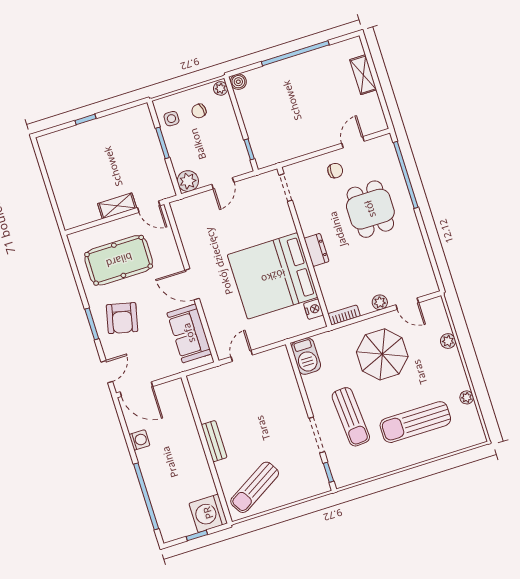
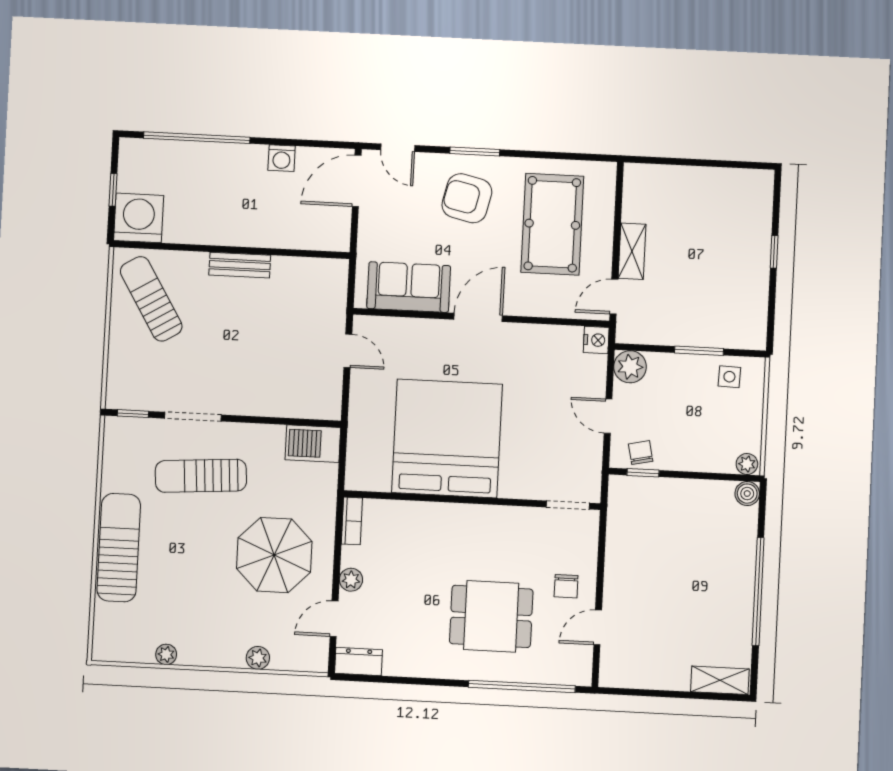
shelving: (363, 75) -> (720, 680), moved
chair: (199, 111) -> (641, 453), moved
door: (353, 142) -> (598, 627), swing flipped
dresser: (316, 250) -> (359, 662), moved, turned 180
nightstand: (313, 309) -> (596, 340), moved, turned -90
sun lounger: (415, 422) -> (119, 548), moved

